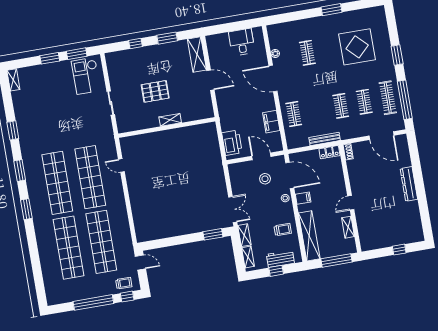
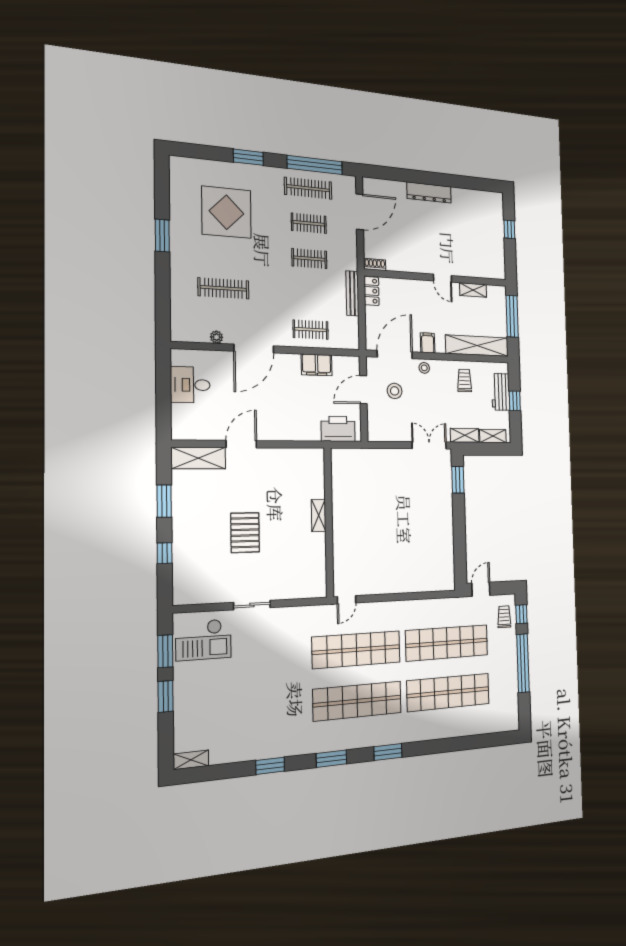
clothes rail: (307, 53) -> (223, 288), width x1.36
shelving: (170, 120) -> (319, 515), moved
wall: (167, 127) -> (329, 522), moved

